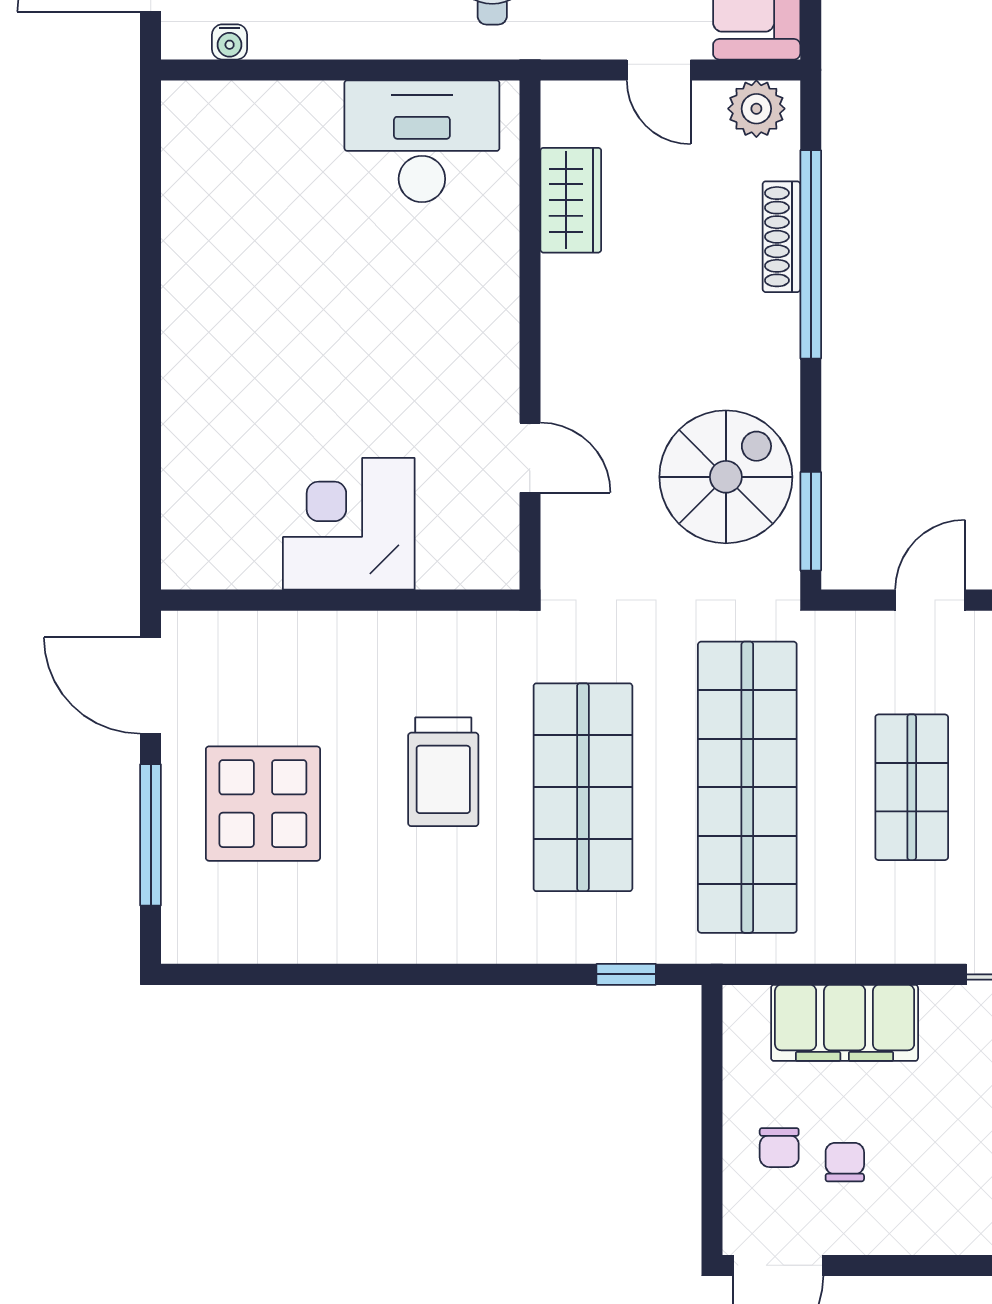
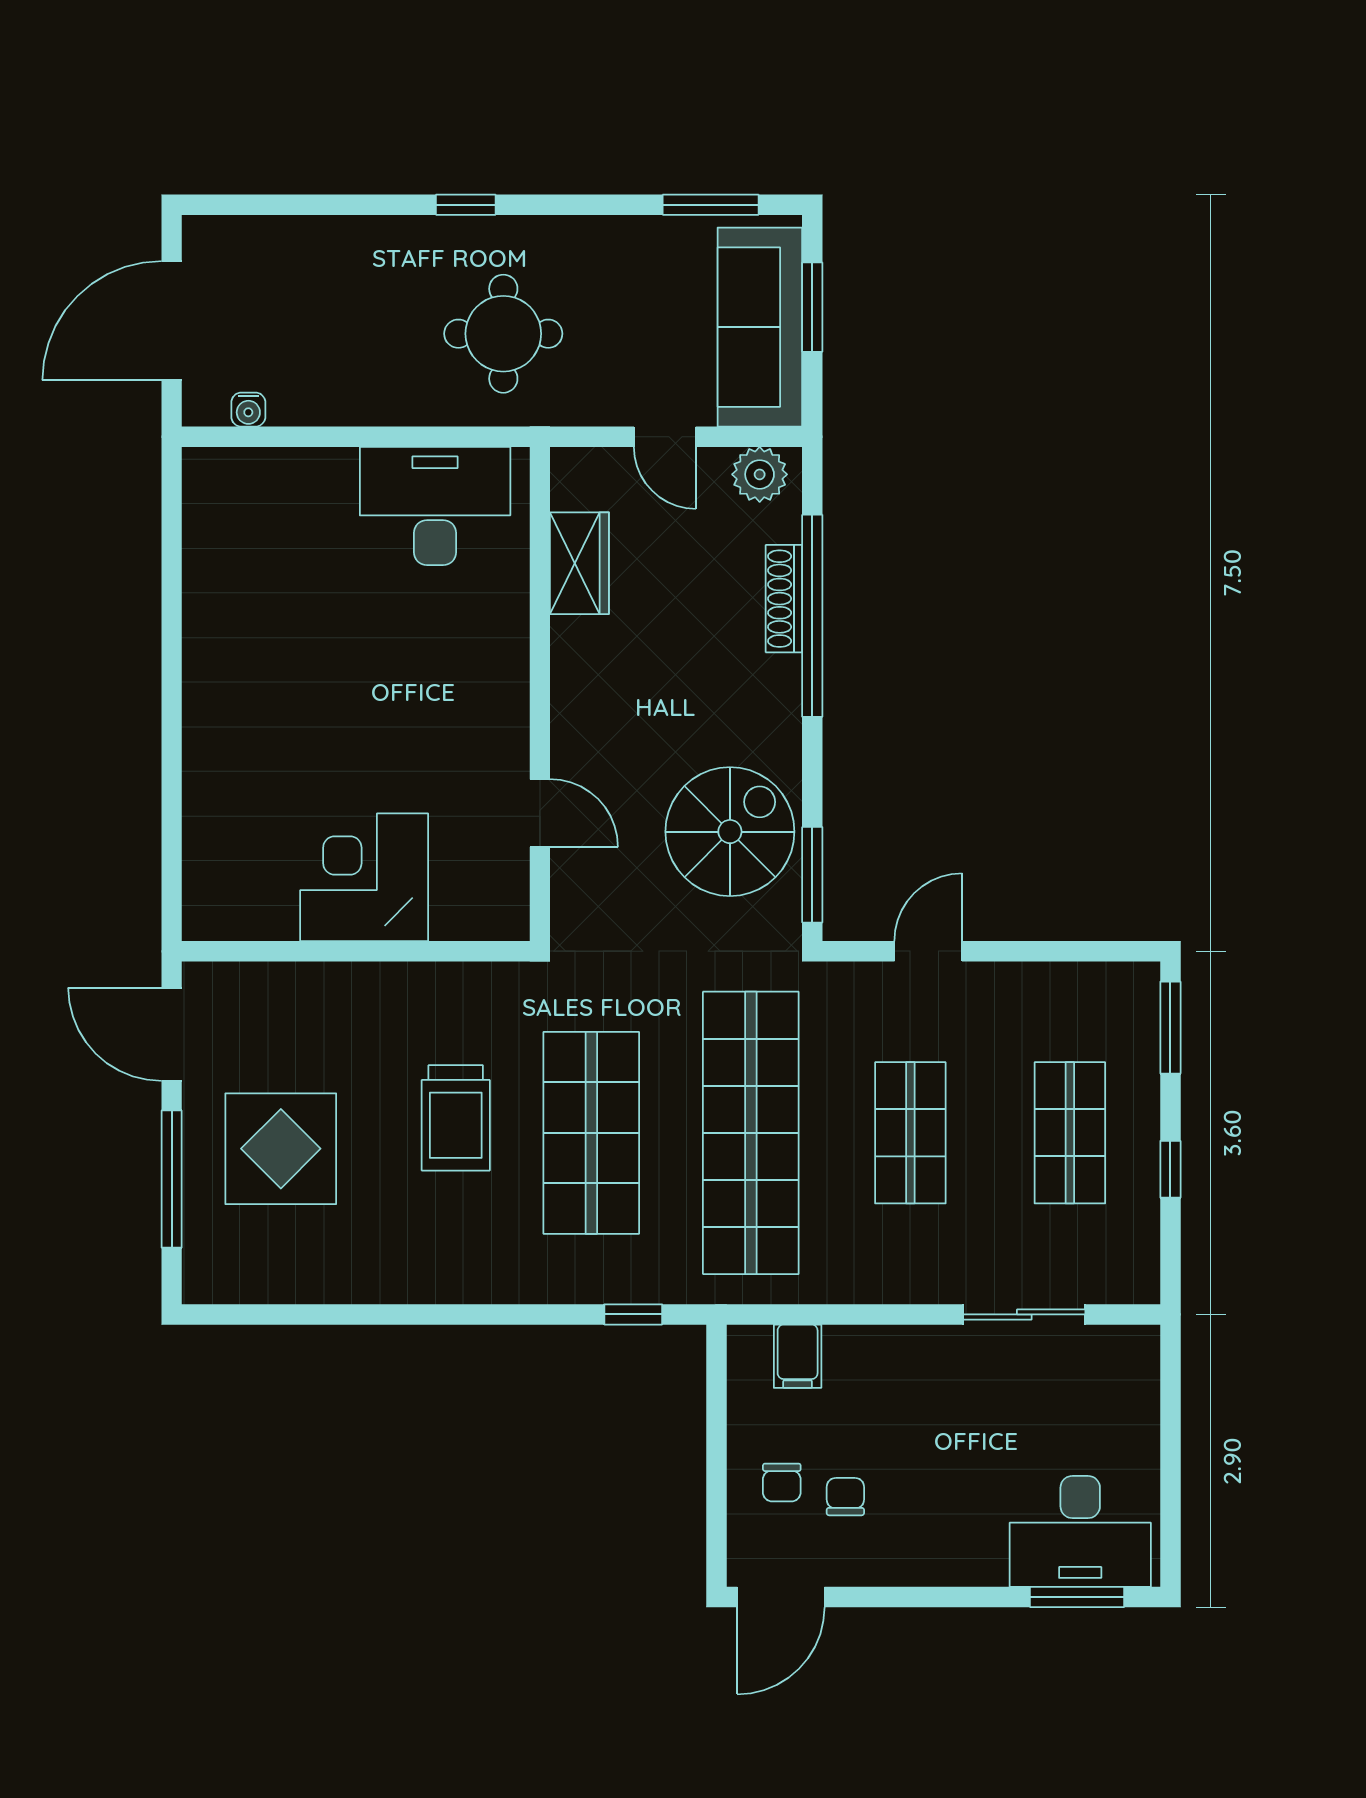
filing cabinet: (845, 1023) -> (798, 1356), width x0.33, depth x0.86

